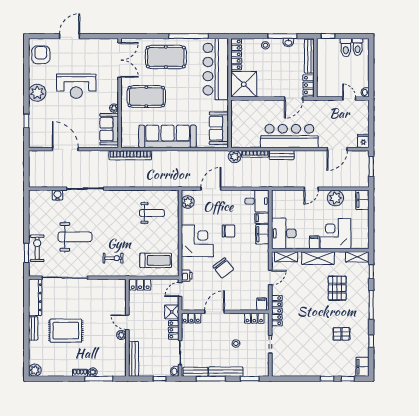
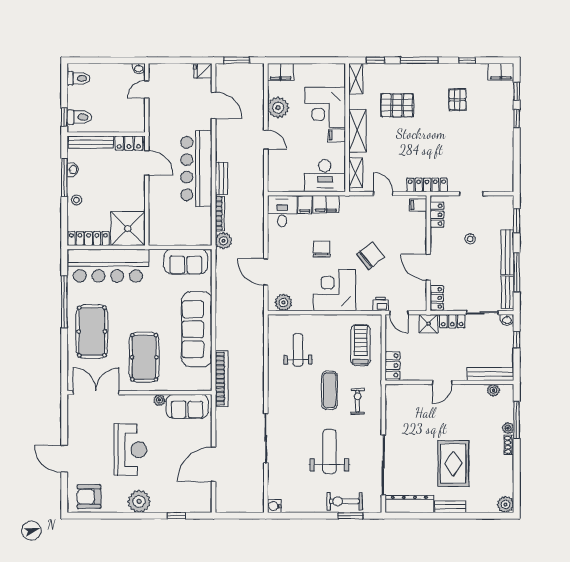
toilet: (346, 48) -> (79, 117), moved
water cooler: (57, 195) -> (274, 506), moved
exercise mat: (121, 237) -> (329, 390), added
plant: (121, 335) -> (493, 390), moved

